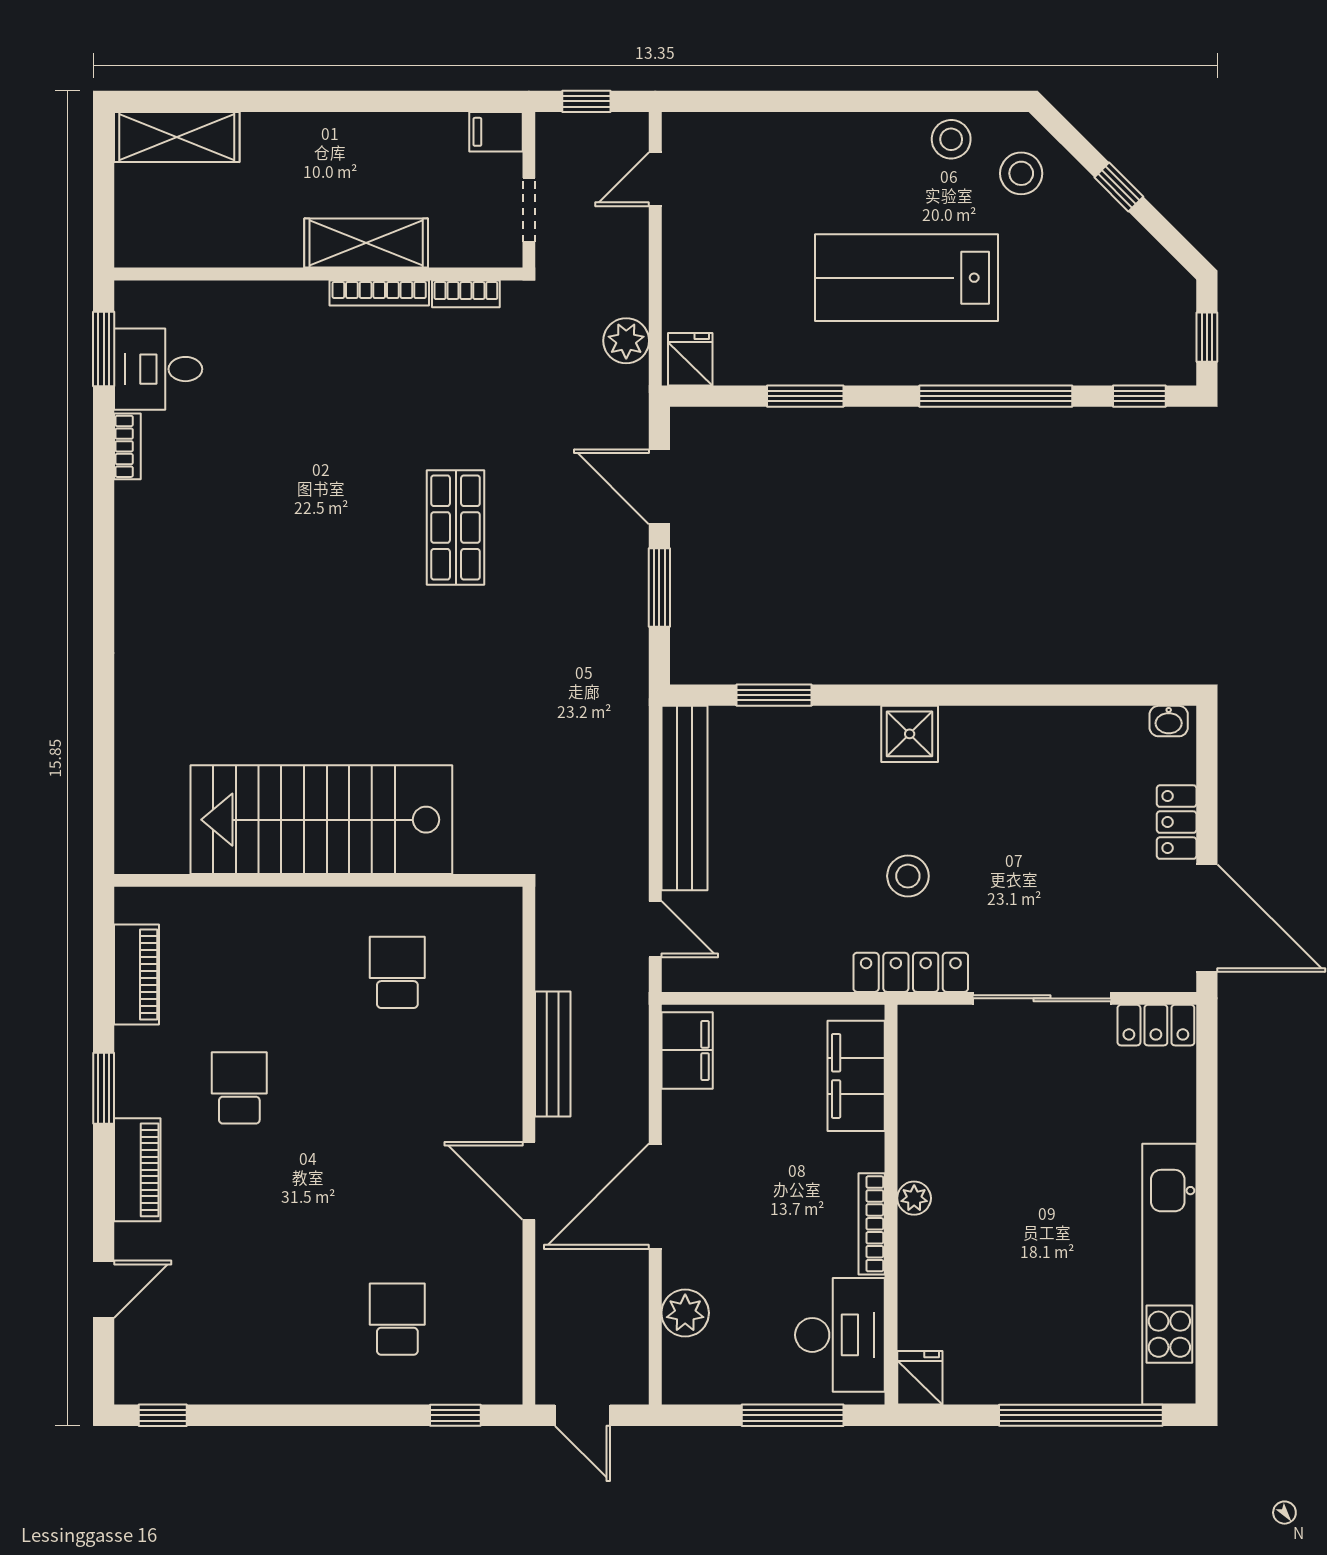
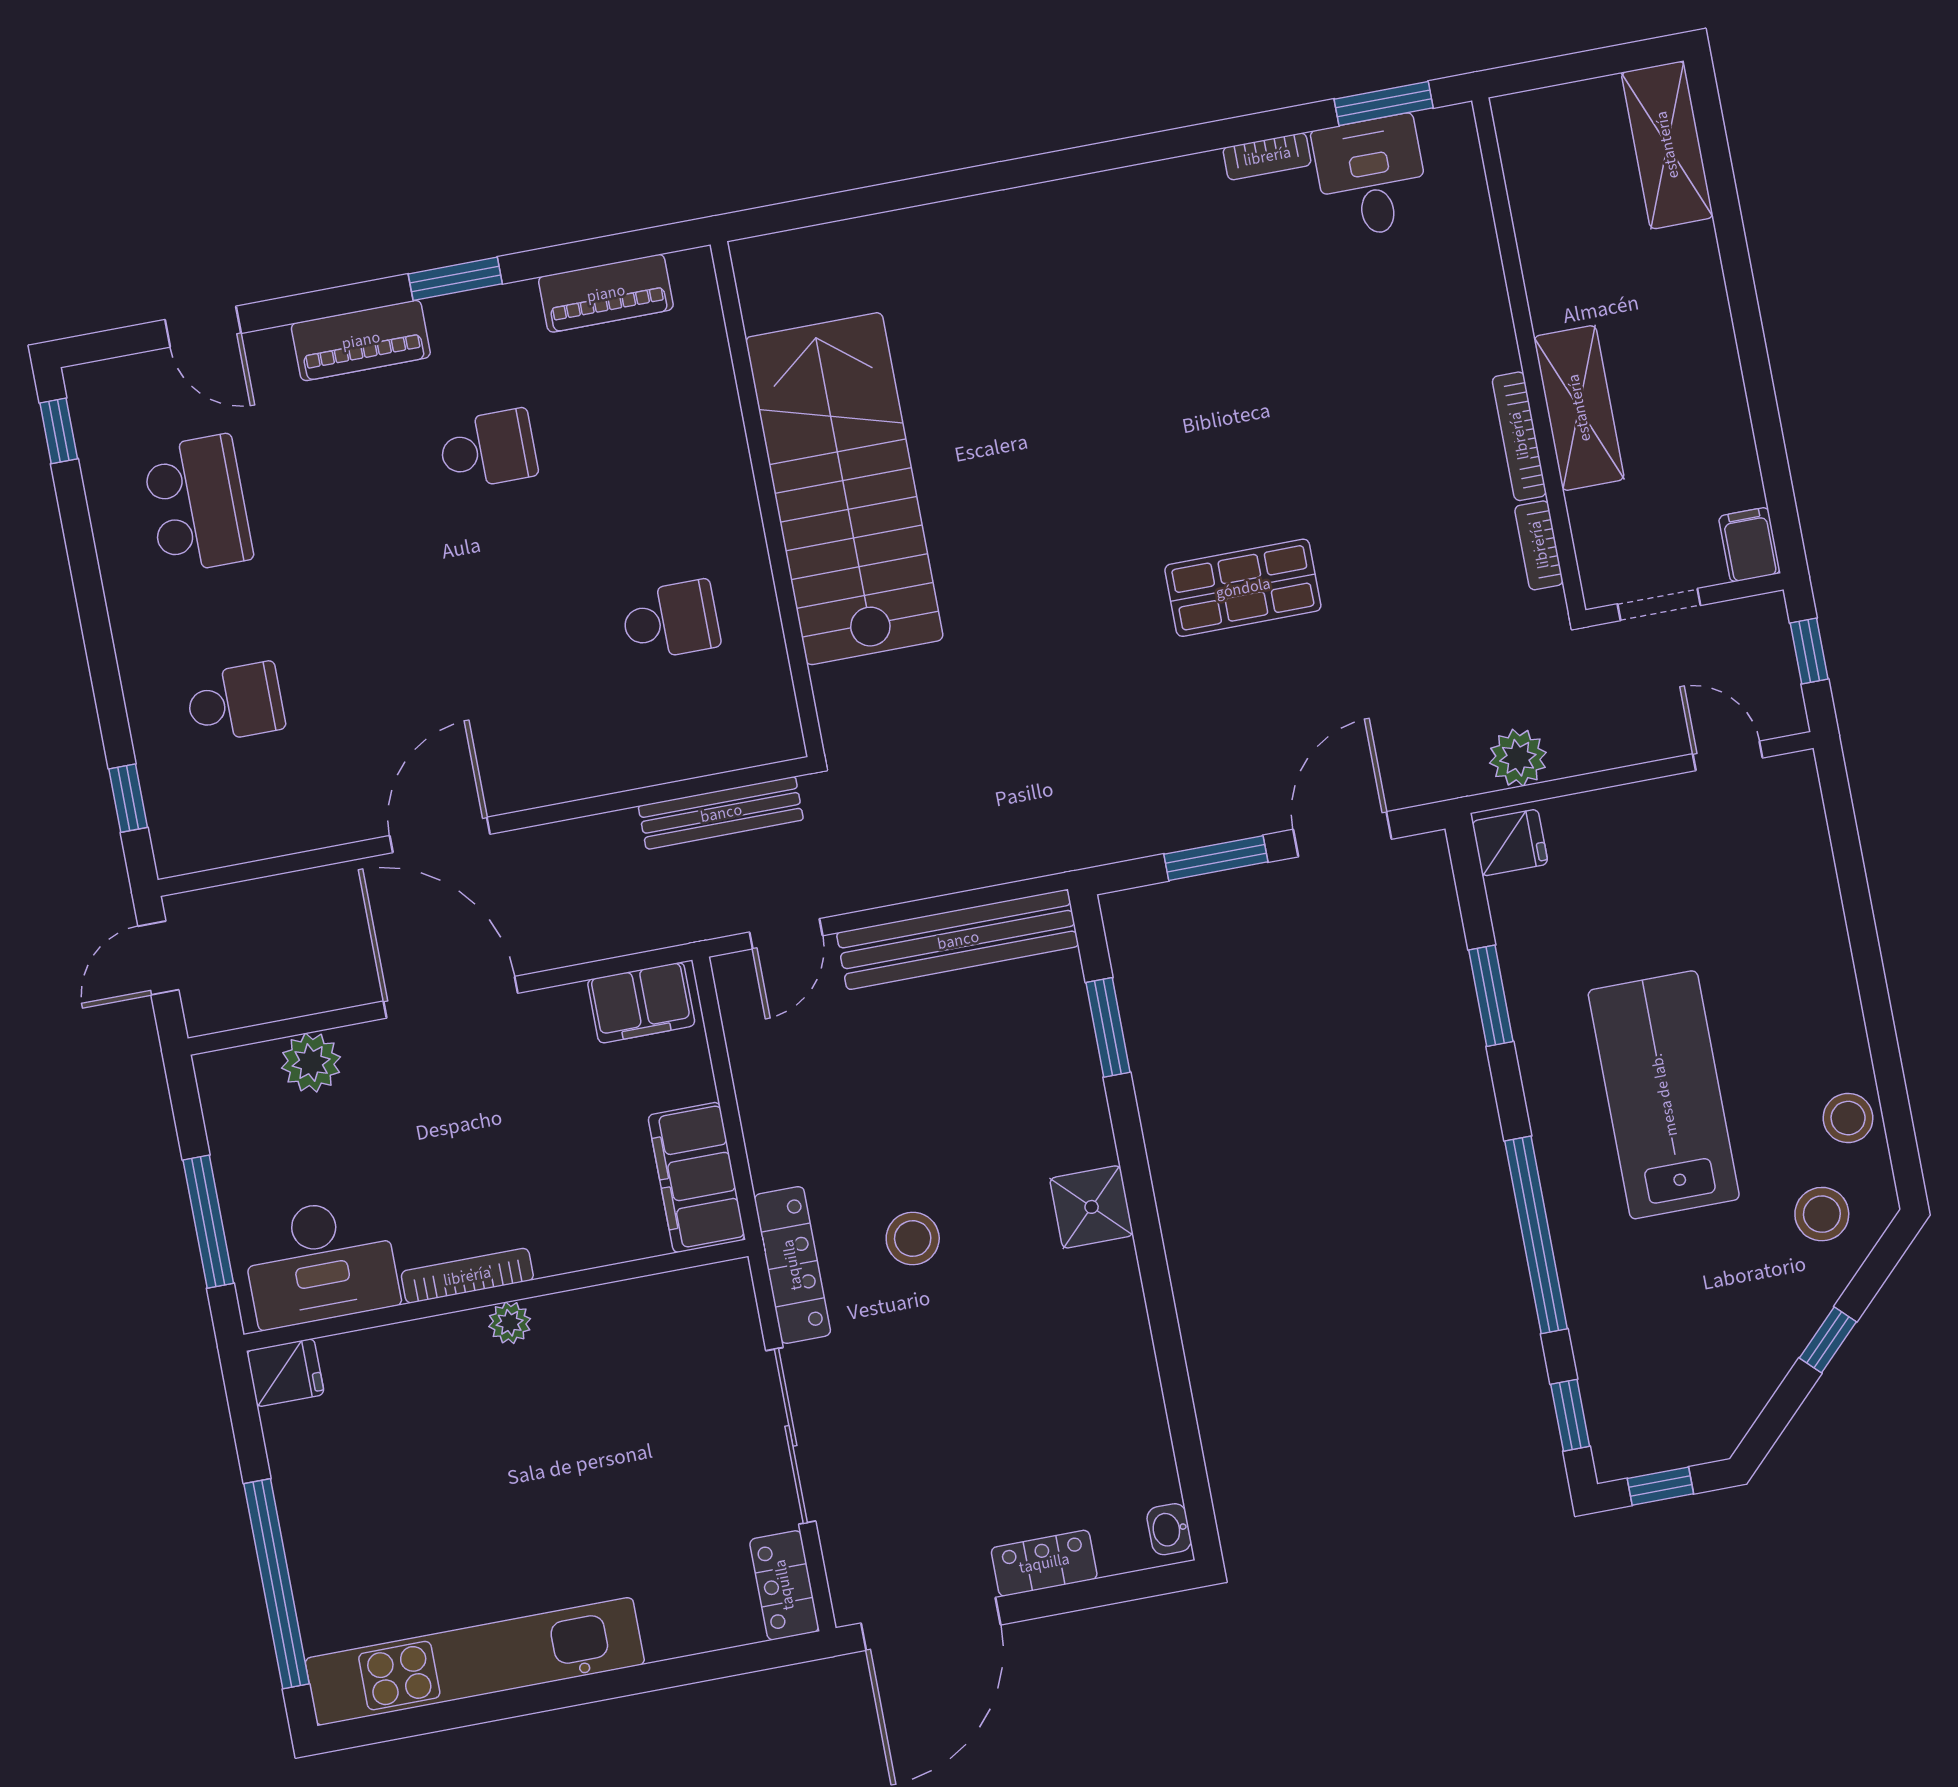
bench: (553, 1054) -> (721, 813), moved
filing cabinet: (856, 1076) -> (697, 1177), moved, turned -90
school desk: (239, 1319) -> (198, 504), added

